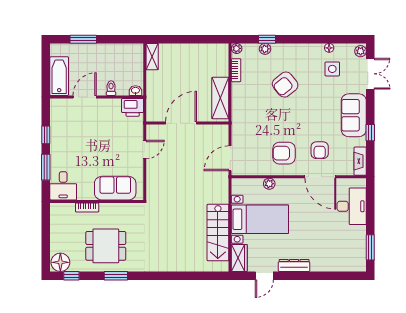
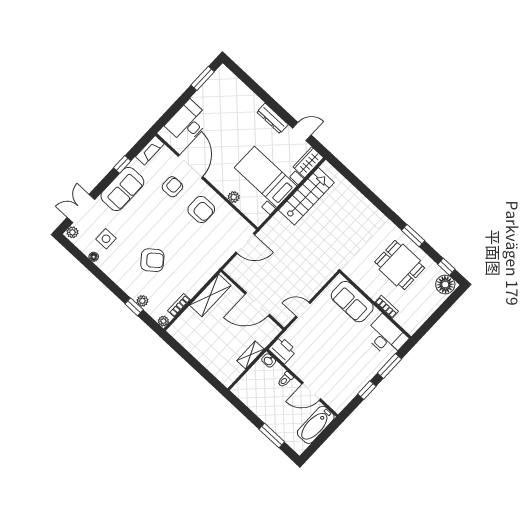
shelving: (152, 57) -> (250, 355), moved
desk: (63, 186) -> (386, 336), width x1.37

